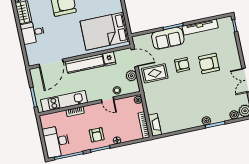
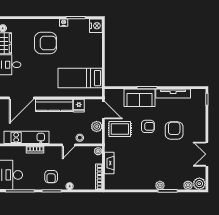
bed: (105, 31) -> (80, 78), width x0.67
armchair: (209, 63) -> (174, 131), turned 90
door: (108, 100) -> (69, 145), hinge flipped
fireplace: (155, 125) -> (109, 163), moved

